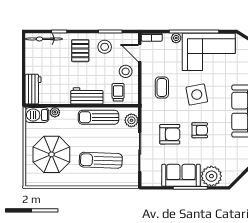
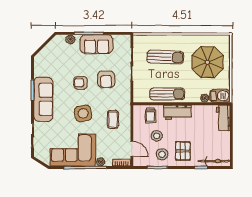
stool: (126, 71) -> (157, 136), moved
plant: (131, 120) -> (139, 91), removed
armchair: (170, 134) -> (106, 79), turned -90
plant: (211, 176) -> (70, 39), width x0.53, depth x0.53

